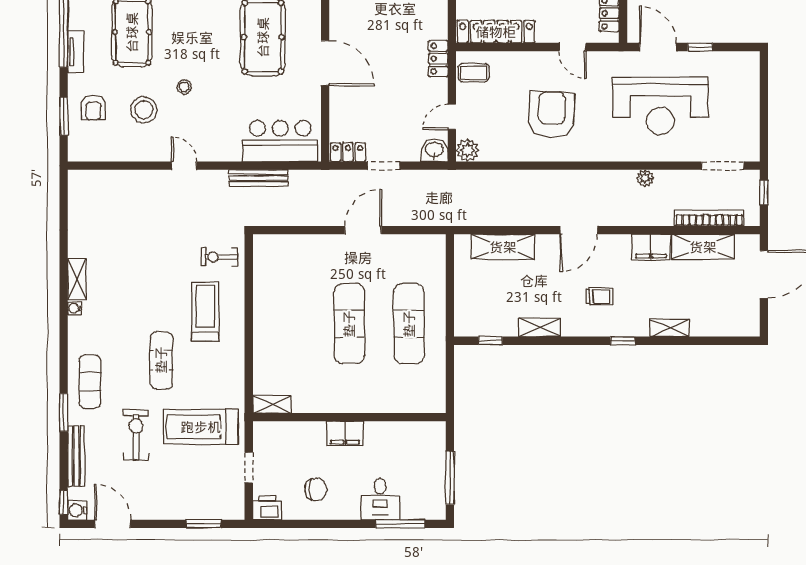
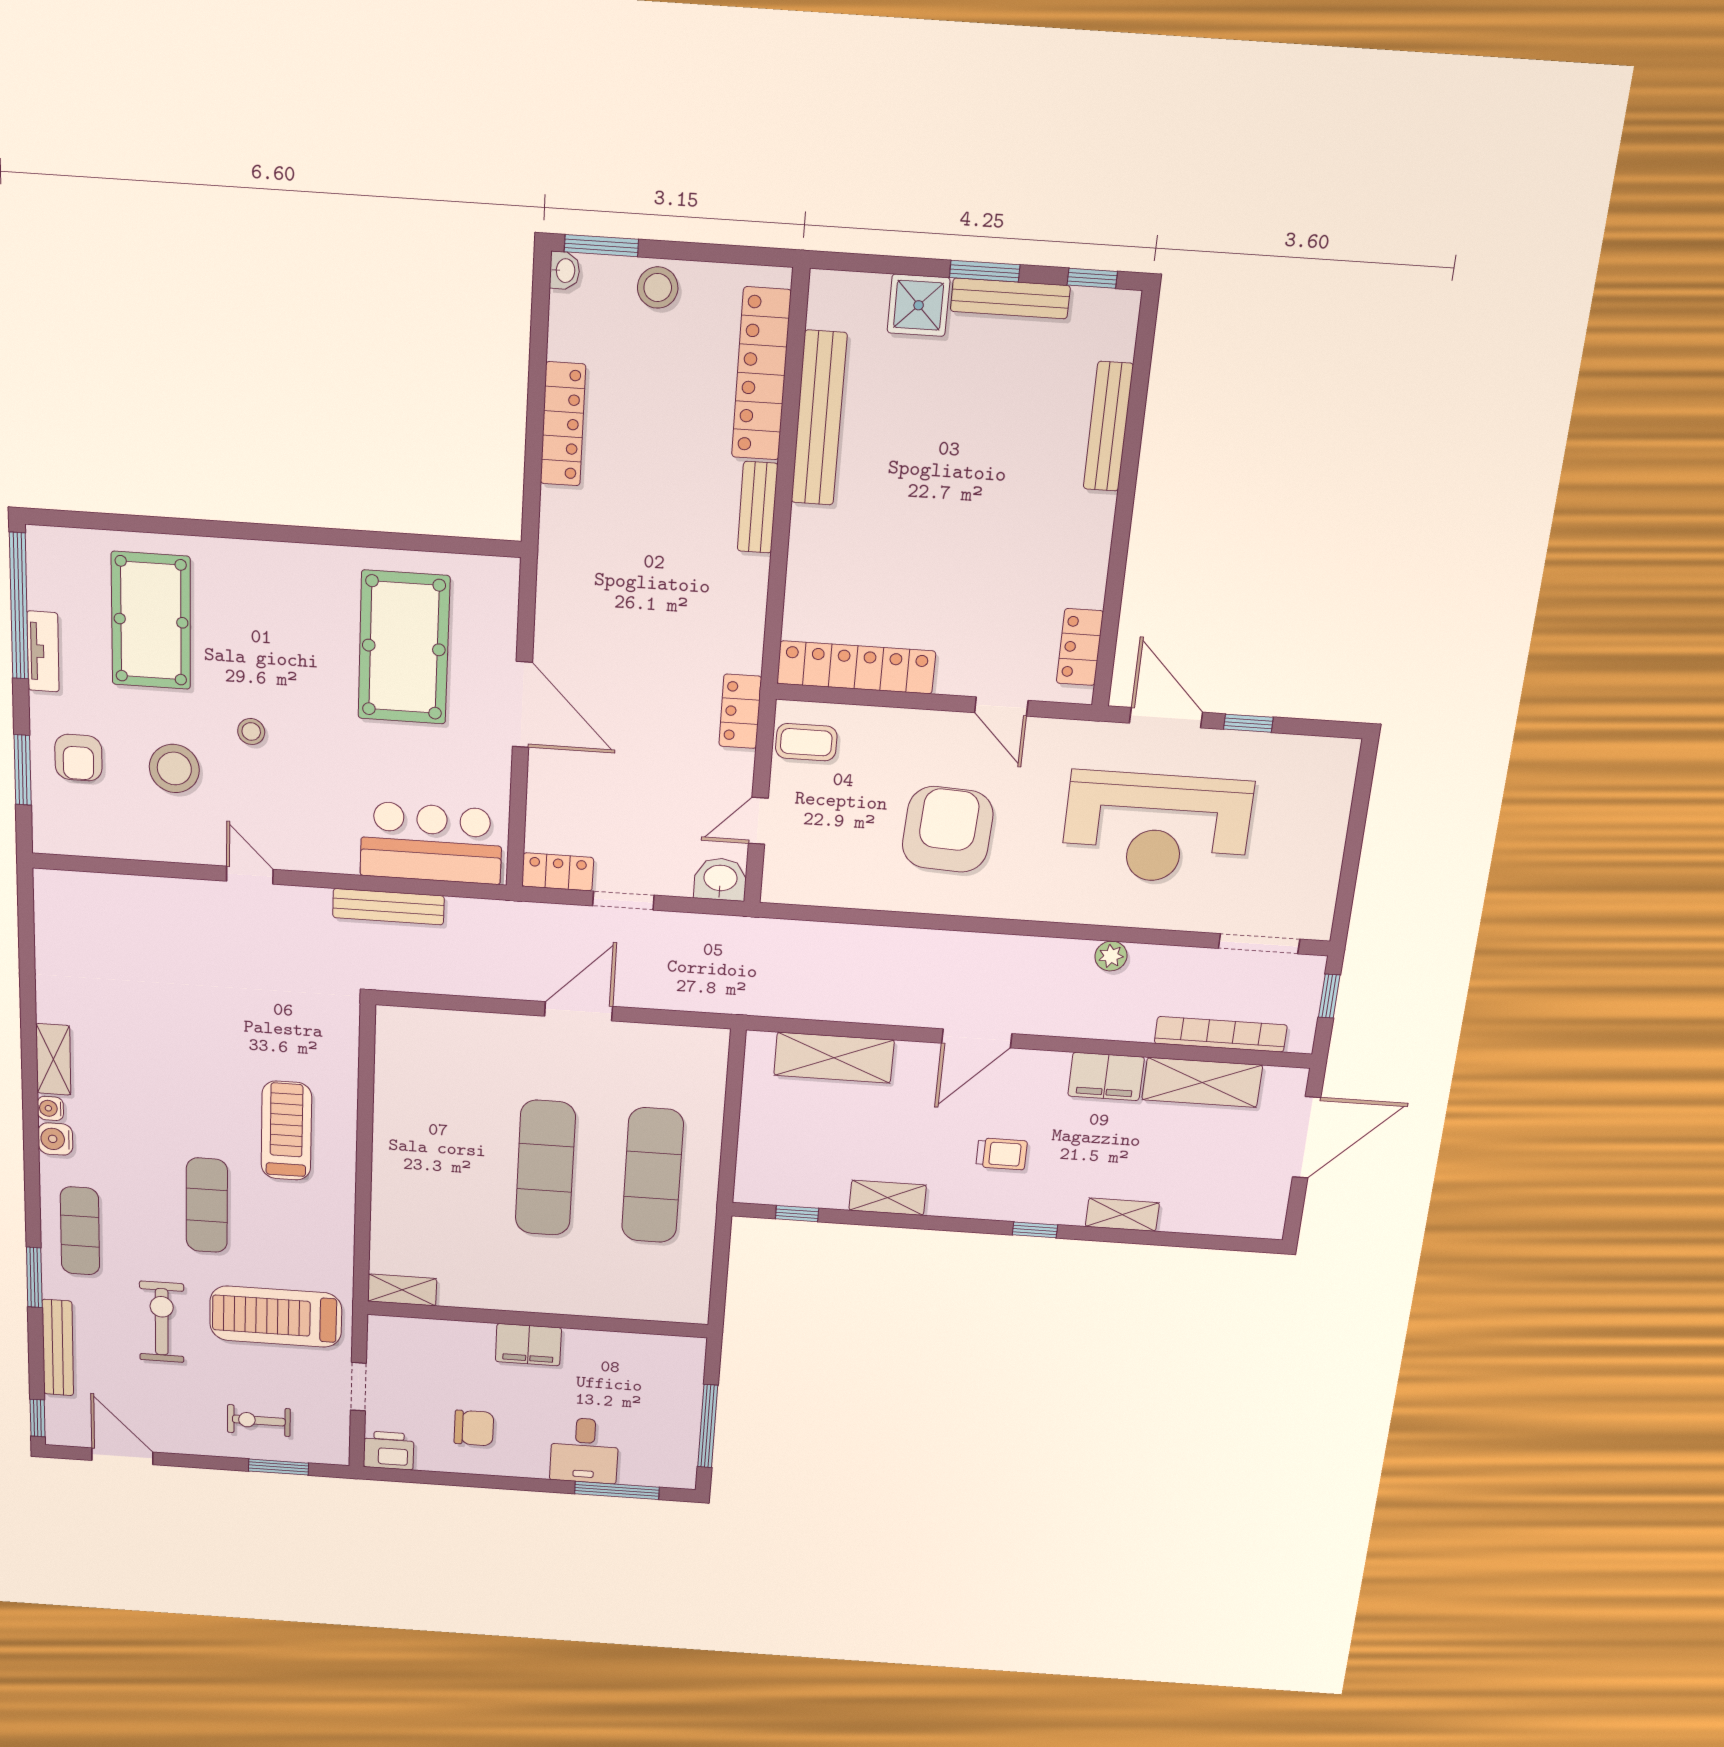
plant: (467, 150) -> (783, 884), removed
exercise bike: (219, 257) -> (259, 1421), moved
water cooler: (77, 510) -> (55, 1139), moved

